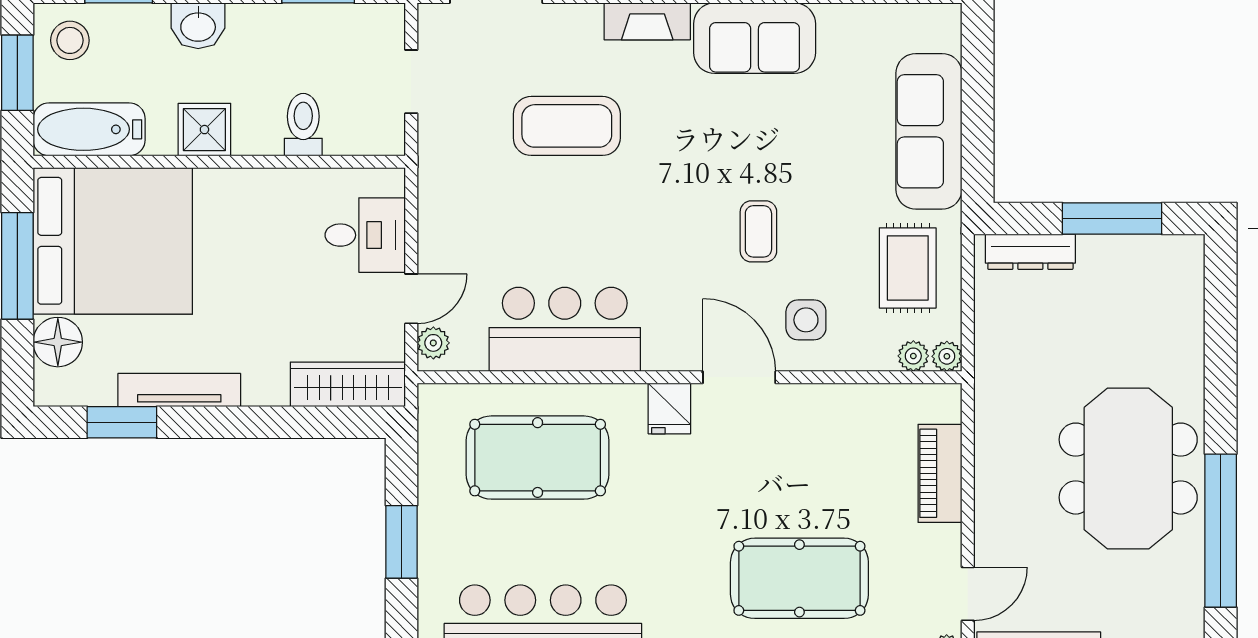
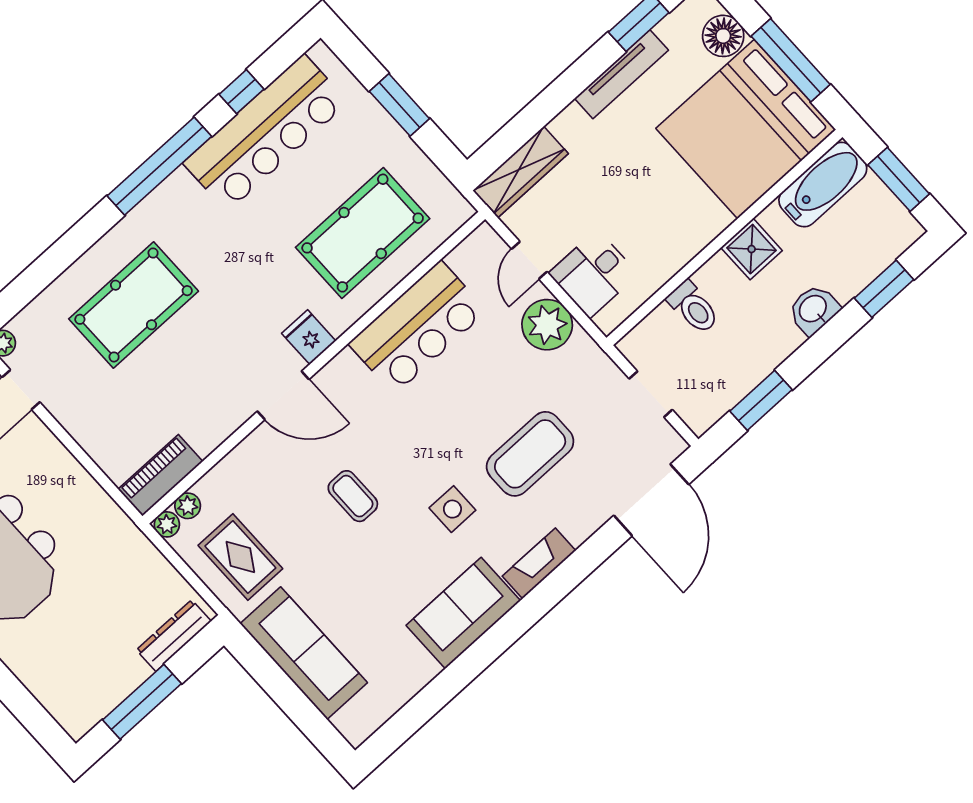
stool: (70, 40) -> (884, 229), removed
side table: (806, 320) -> (452, 509), moved
plant: (433, 343) -> (547, 325), moved, width x1.87, depth x1.87
piano: (940, 473) -> (160, 475), moved, turned -90

